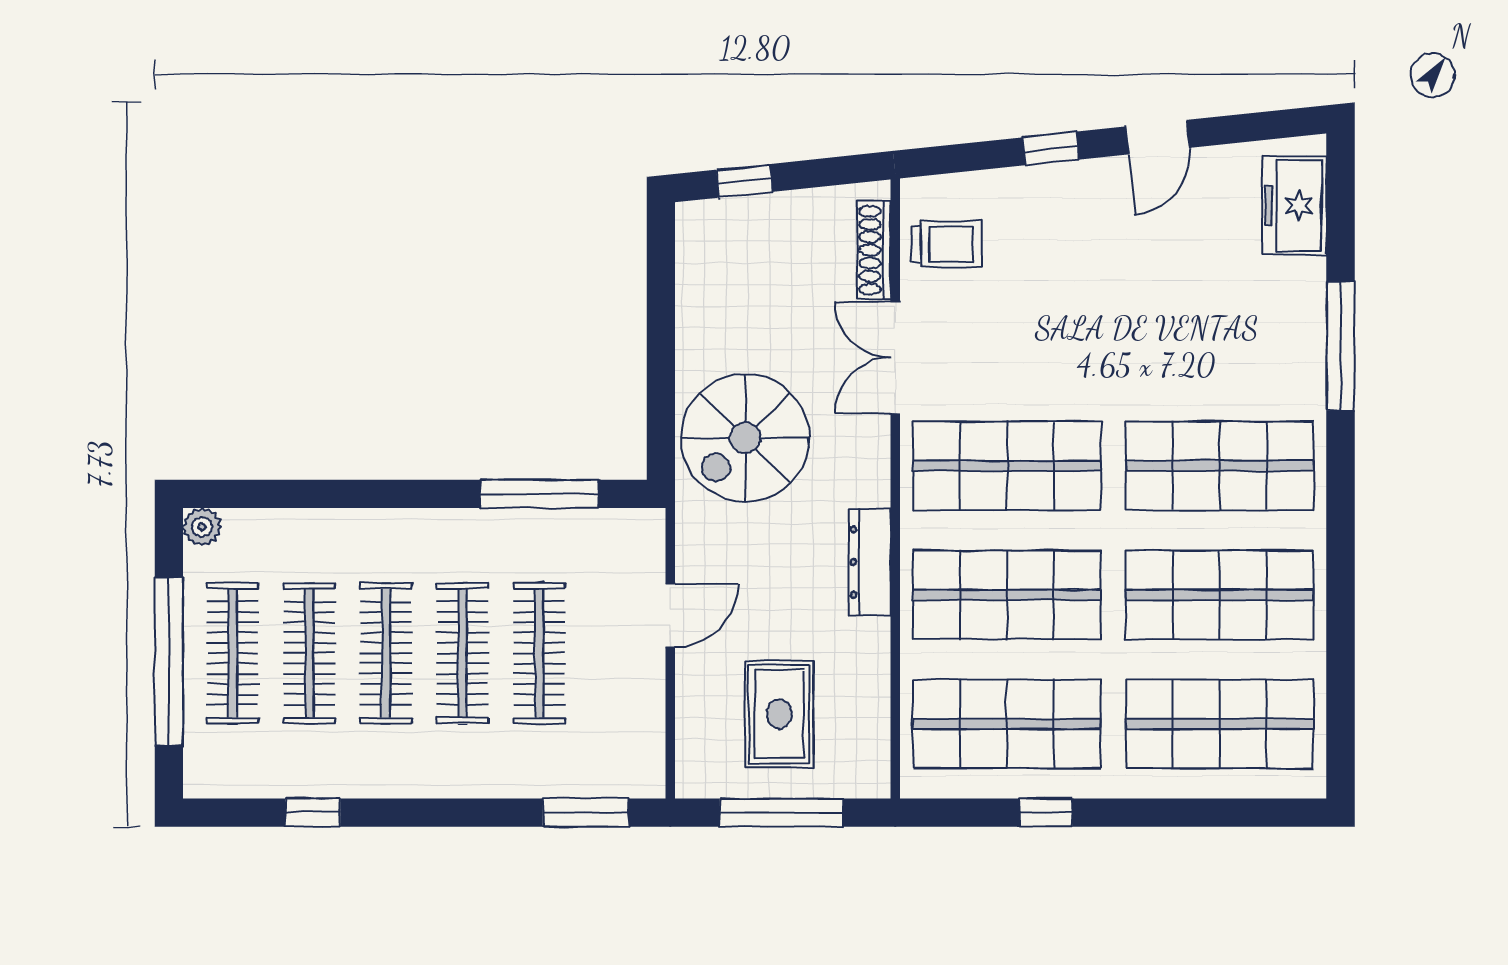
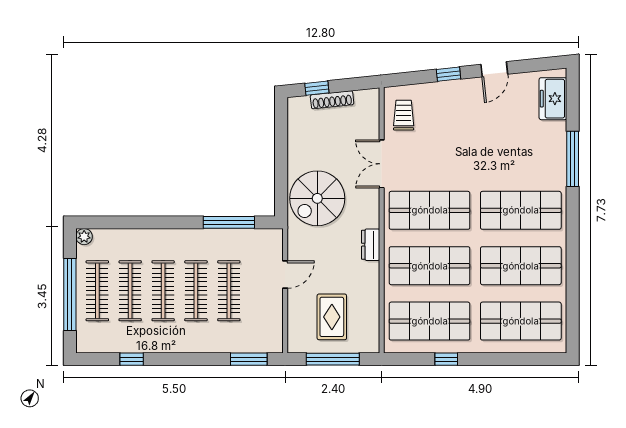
trolley: (946, 244) -> (404, 115), turned -90
shoe rack: (874, 250) -> (332, 100), moved, turned -96
dresser: (870, 562) -> (371, 245), width x0.70

